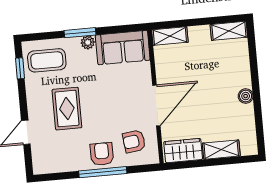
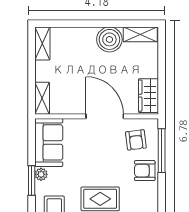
boiler: (246, 96) -> (109, 39), width x1.86, depth x1.86
shelving: (221, 150) -> (140, 34), moved, turned 90
window: (103, 172) -> (162, 151), moved

